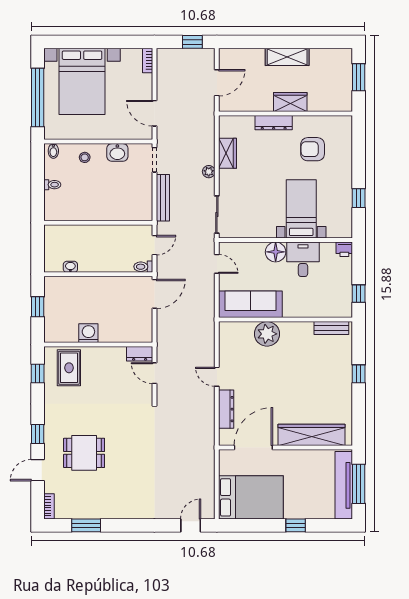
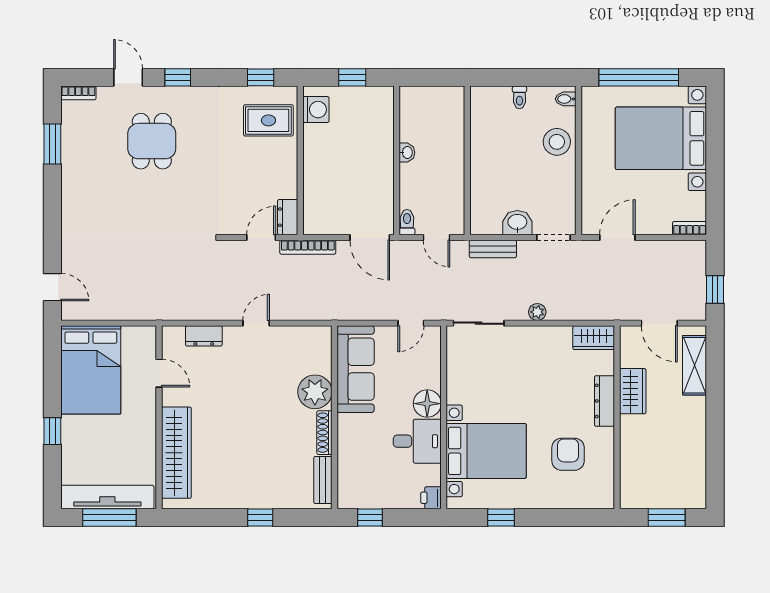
shelving: (287, 57) -> (694, 365), moved
wardrobe: (290, 102) -> (633, 391), moved
washbasin: (117, 152) -> (517, 223), moved, turned 90
wardrobe: (228, 153) -> (594, 338), moved
stool: (85, 157) -> (557, 142), width x1.89, depth x1.89
bench: (163, 198) -> (493, 249), width x0.73
bed with nightstands: (301, 209) -> (486, 451), width x1.36
washbasin: (70, 267) -> (407, 153), moved
shoe rack: (297, 327) -> (324, 433), added
washing machine: (88, 333) -> (316, 110), moved
bookcase: (161, 339) -> (308, 247), added
dresser: (226, 409) -> (204, 336), width x0.70
door: (253, 448) -> (159, 373), width x0.53

